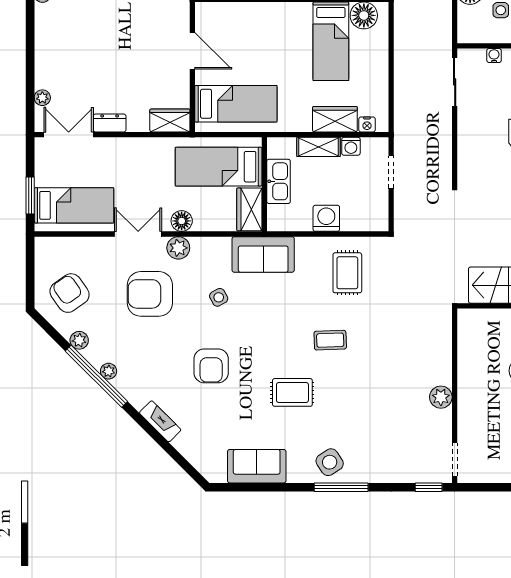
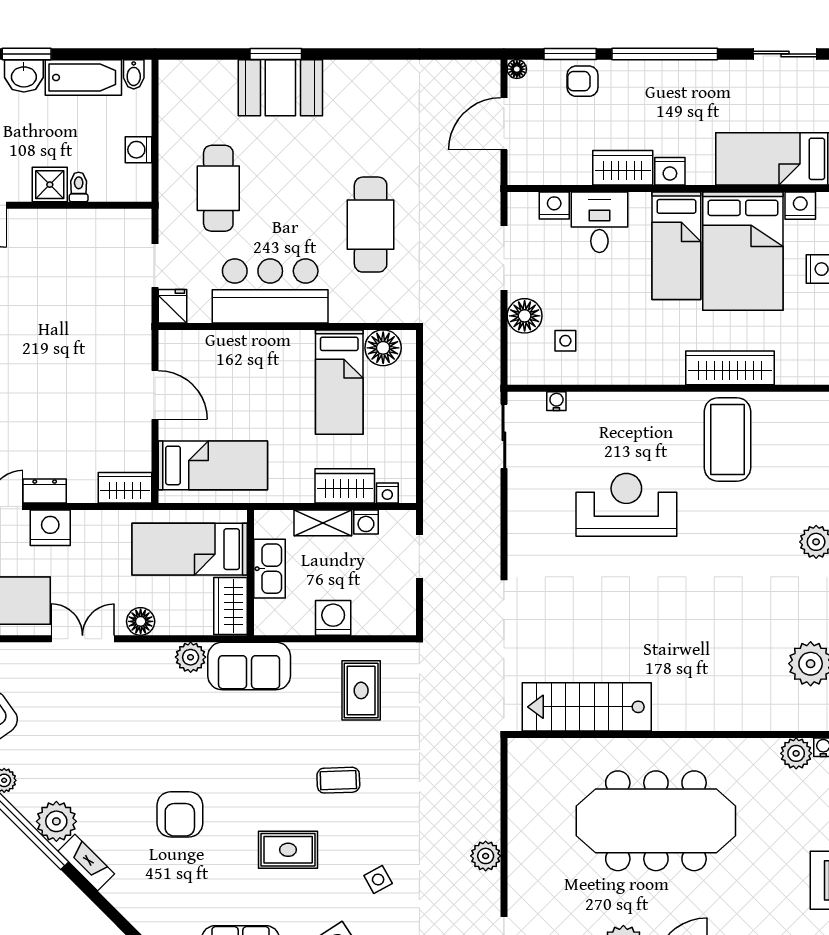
nightstand: (114, 151) -> (50, 528), added
plant: (178, 248) -> (191, 657), moved
armchair: (150, 294) -> (98, 719), removed
side table: (219, 297) -> (378, 879), moved
plant: (109, 371) -> (56, 821), width x1.88, depth x1.88
fireplace: (160, 421) -> (86, 863), moved

